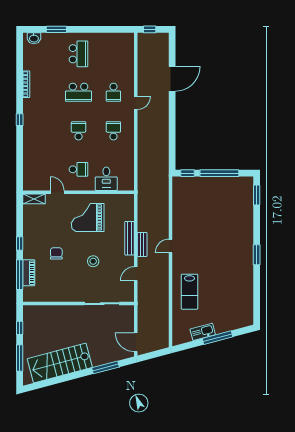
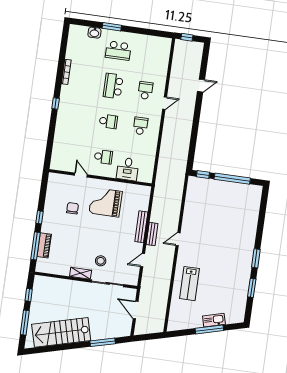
window: (56, 29) -> (112, 27), moved
washbasin: (34, 38) -> (94, 33), moved
school desk: (79, 54) -> (118, 51), turned 90
door: (172, 79) -> (201, 86), width x0.53
school desk: (79, 92) -> (113, 86), turned 90
school desk: (113, 92) -> (145, 90), turned 180
school desk: (79, 131) -> (108, 121), turned 90
window: (257, 195) -> (252, 288), moved
shelving: (34, 199) -> (81, 273), moved
chair: (56, 253) -> (72, 208), moved
stool: (93, 261) -> (101, 261), moved
kitchen sink: (203, 332) -> (214, 320), moved
door: (136, 342) -> (136, 310), moved

